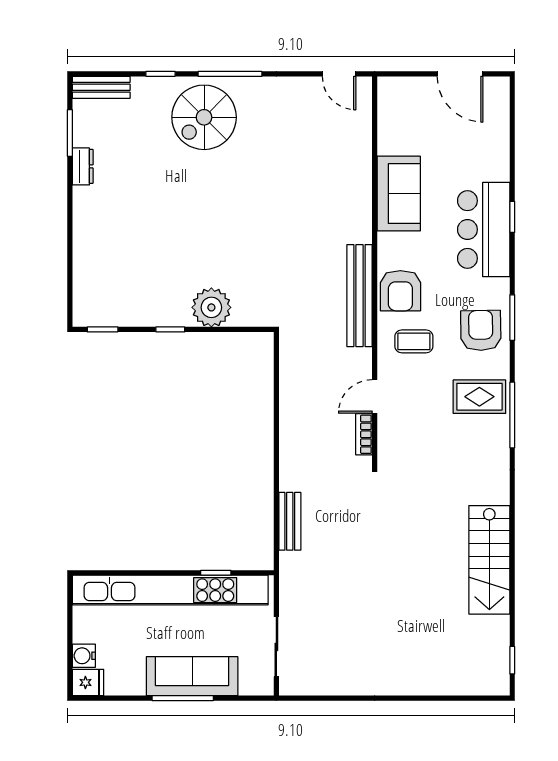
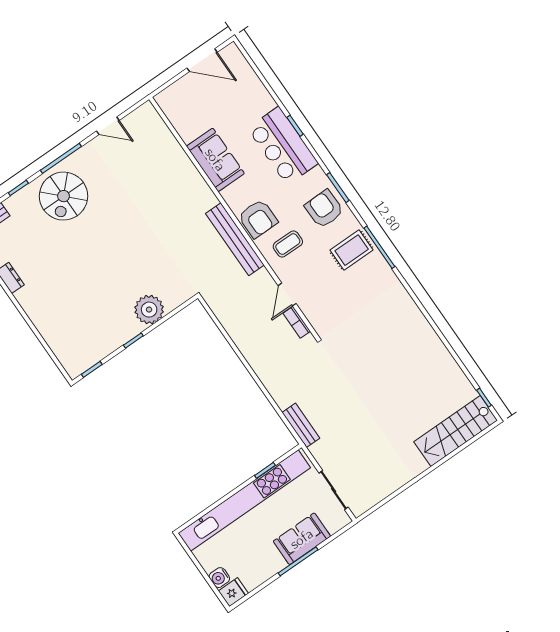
door: (339, 74) -> (108, 126), moved
bench: (290, 521) -> (301, 425), moved
stairs: (489, 560) -> (456, 431), moved, turned 90
sofa: (192, 676) -> (302, 539), width x0.73

